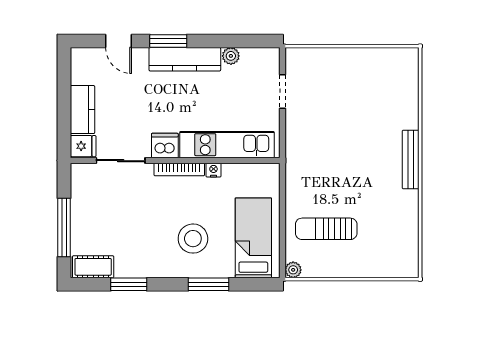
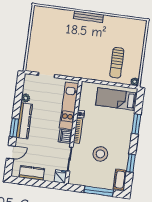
kitchen counter: (82, 110) -> (32, 173), moved
stool: (193, 239) -> (100, 154), moved

